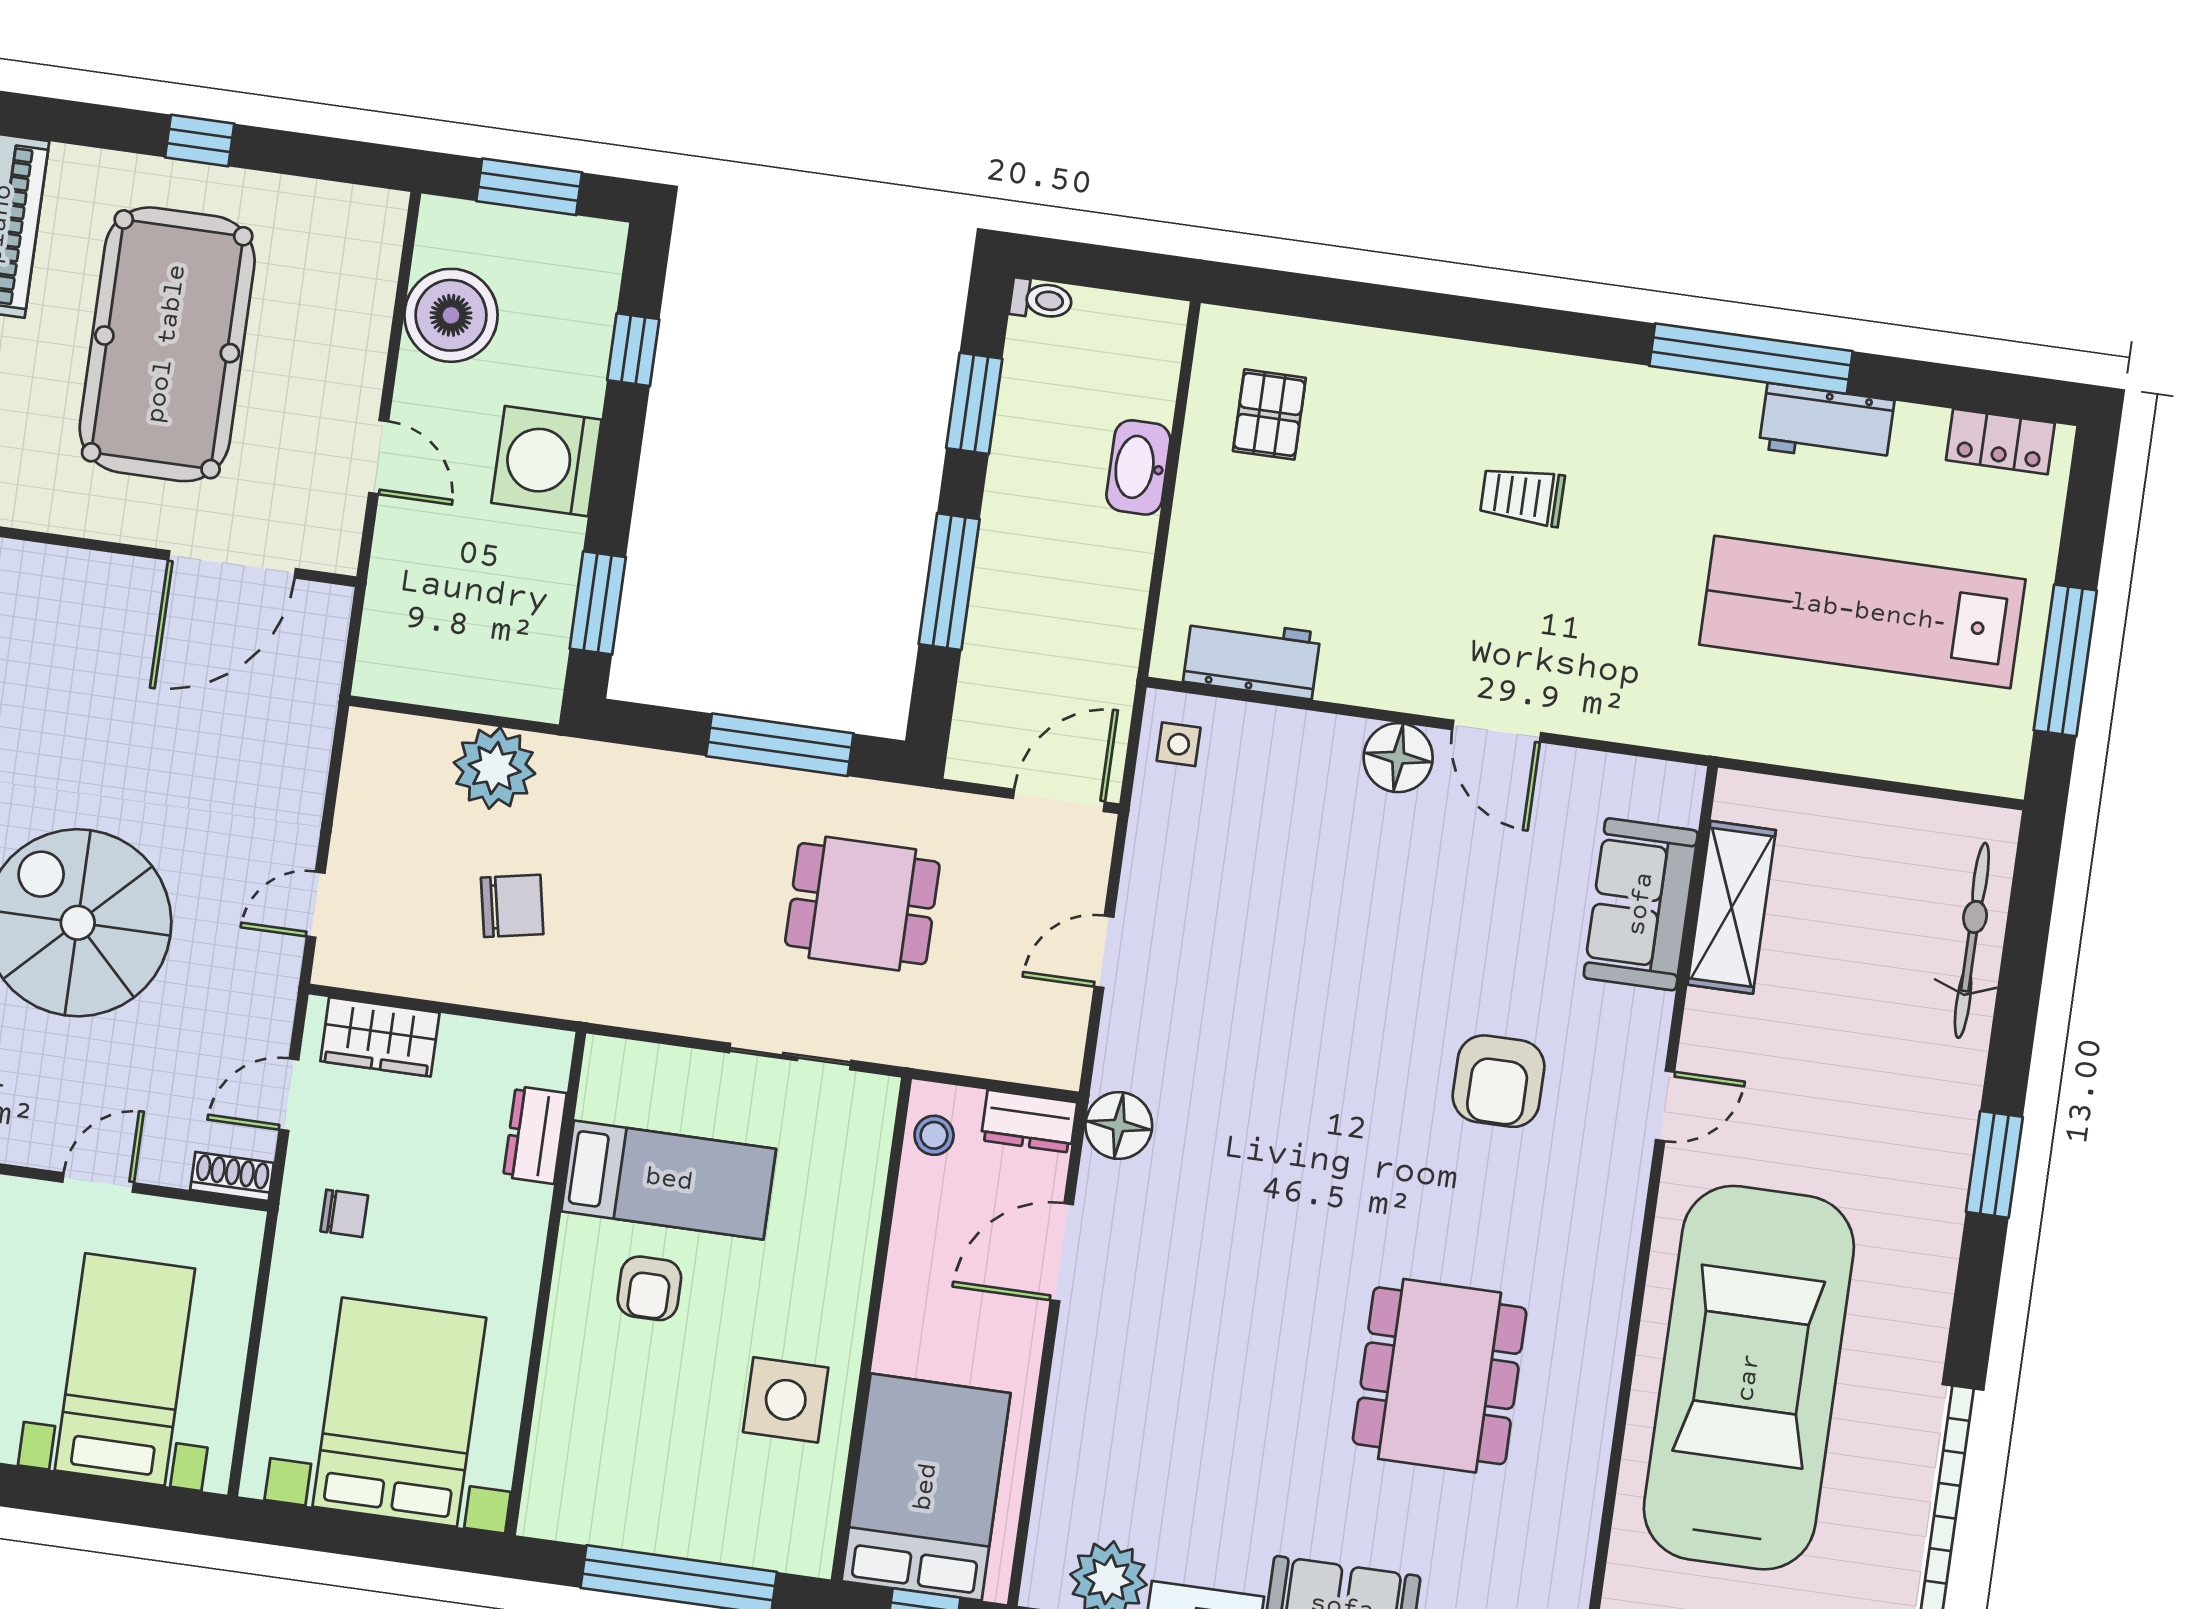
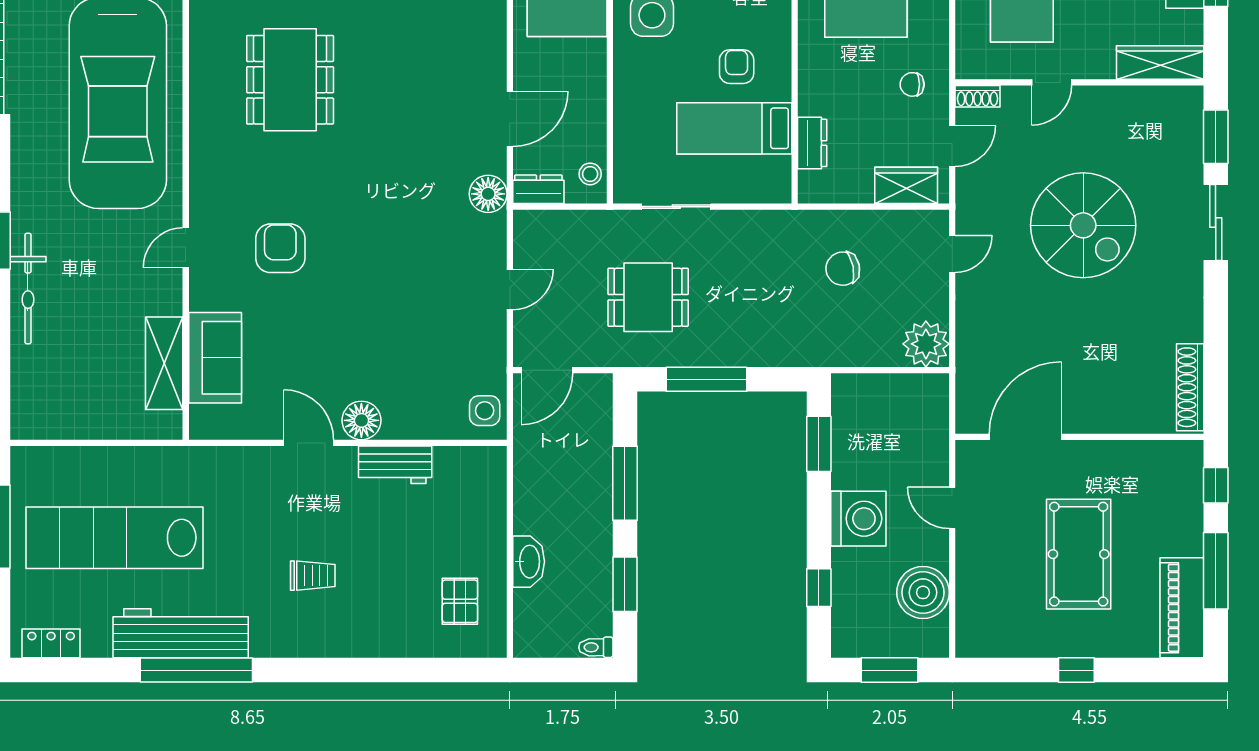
pool table: (167, 344) -> (1079, 554), width x0.73, depth x0.76
workbench: (1826, 424) -> (181, 633), width x1.88, depth x1.32
lab bench: (1862, 612) -> (115, 538), turned 180
workbench: (1252, 657) -> (395, 465), moved
side table: (1179, 744) -> (485, 411), width x1.37, depth x1.37
plant: (495, 768) -> (926, 344), moved
bicycle: (1972, 940) -> (28, 289), moved

